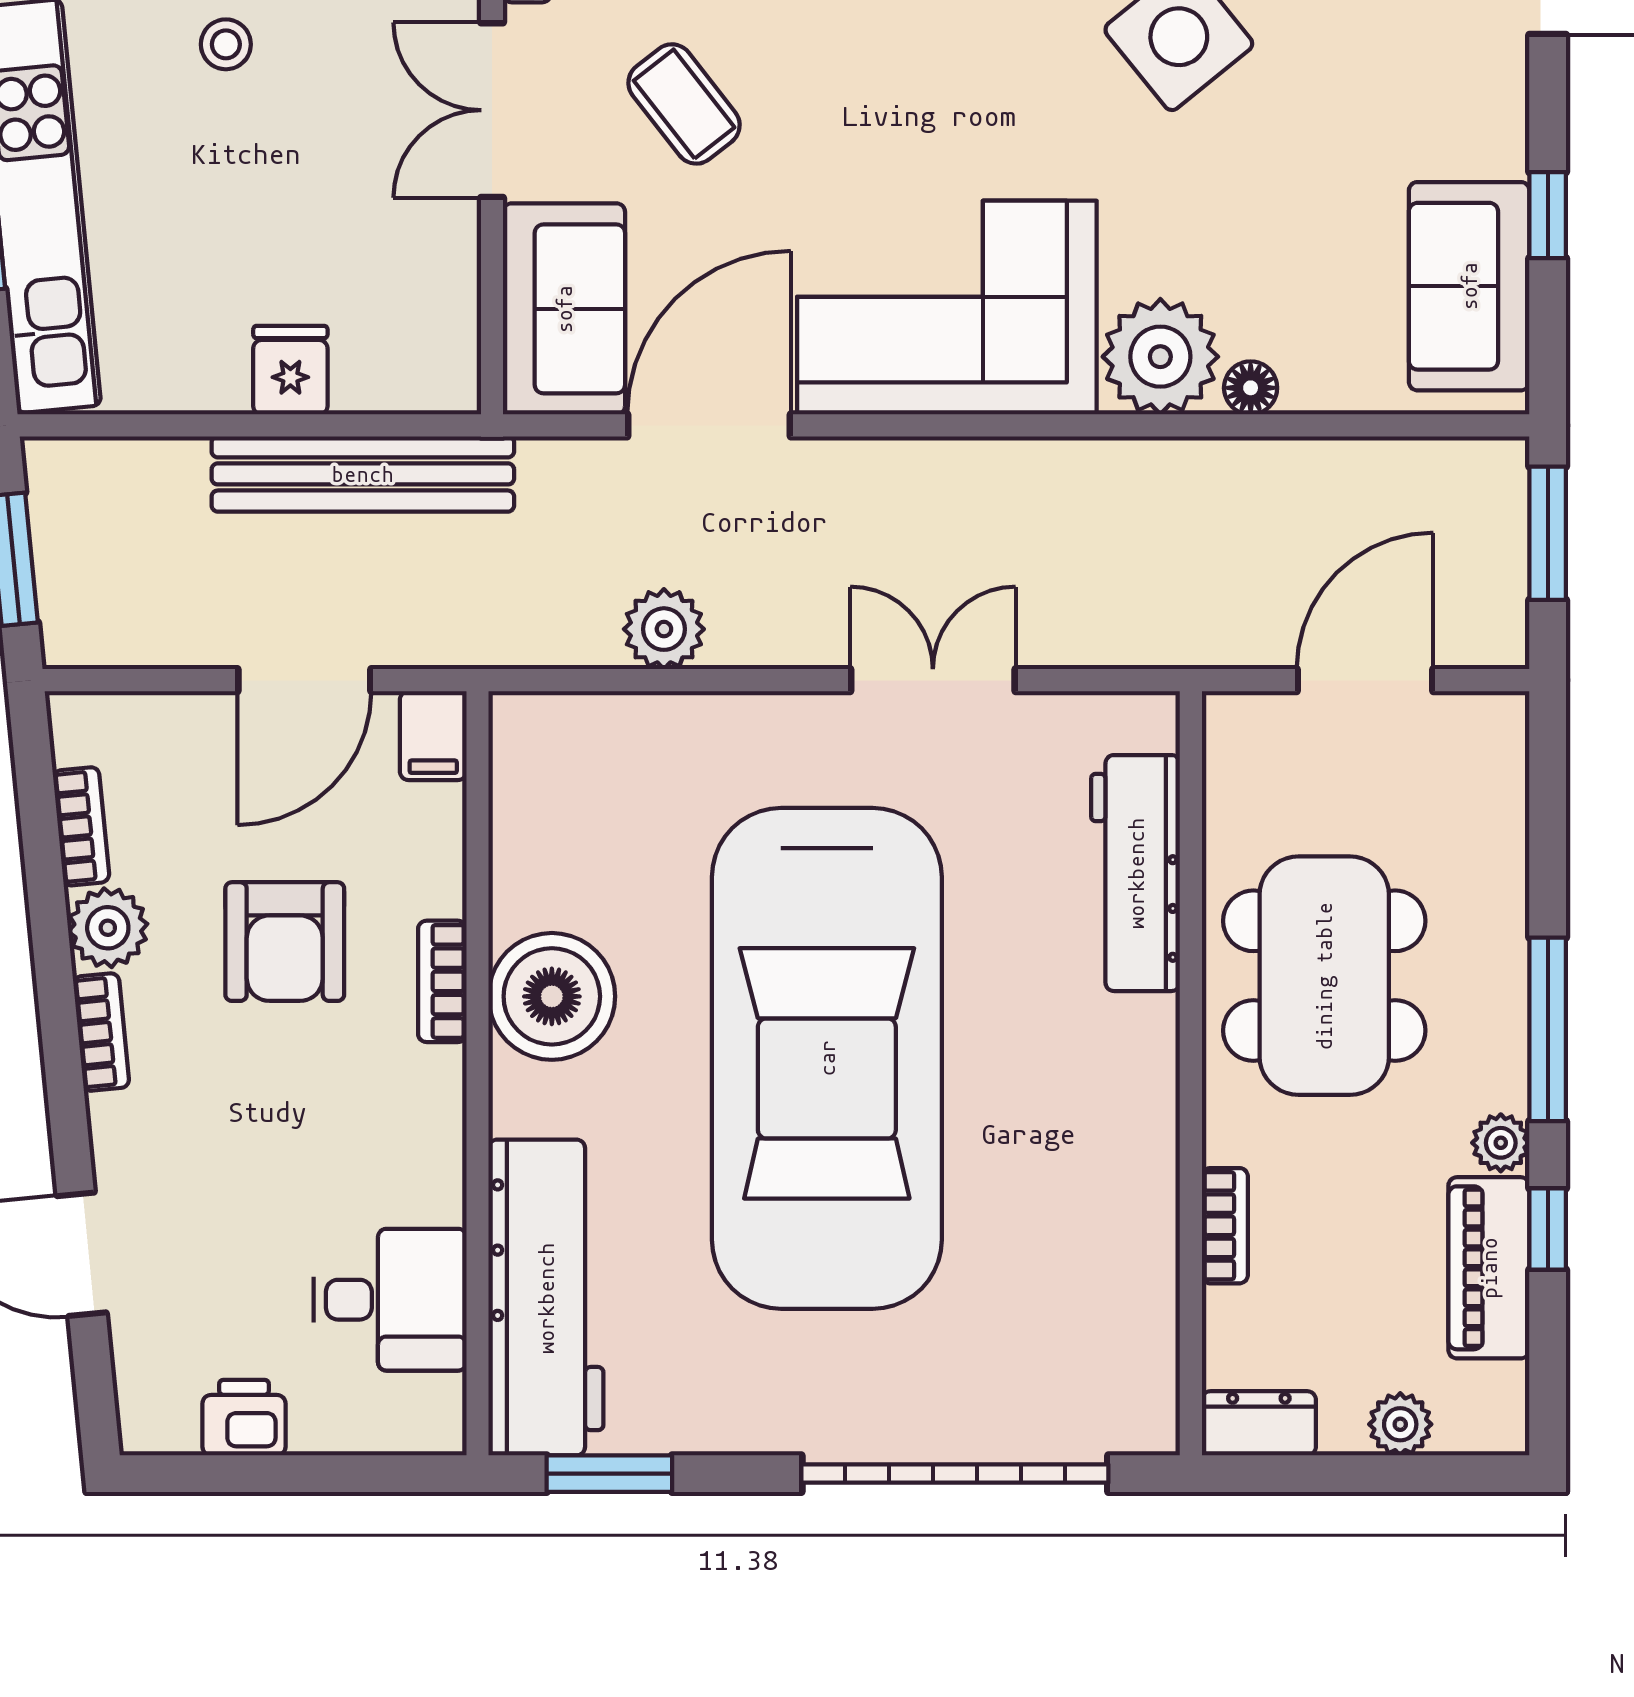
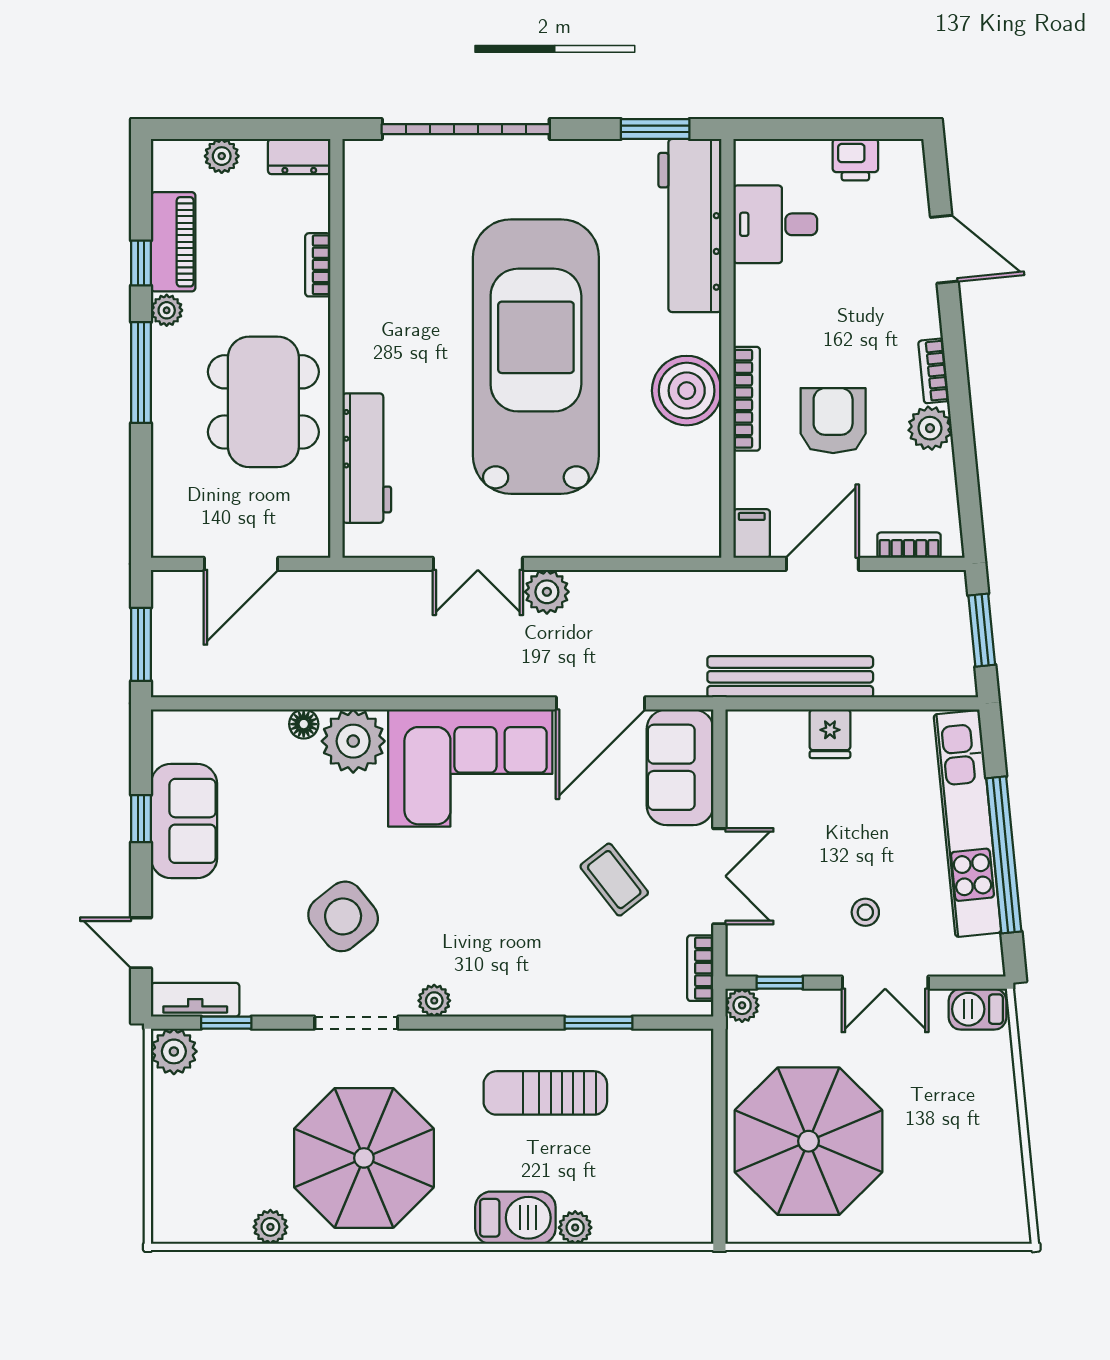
sofa: (1469, 286) -> (184, 821), moved
plant: (664, 629) -> (547, 592), moved
bookcase: (81, 826) -> (909, 545), moved, turned 96
bookcase: (442, 981) -> (747, 399), width x1.56

